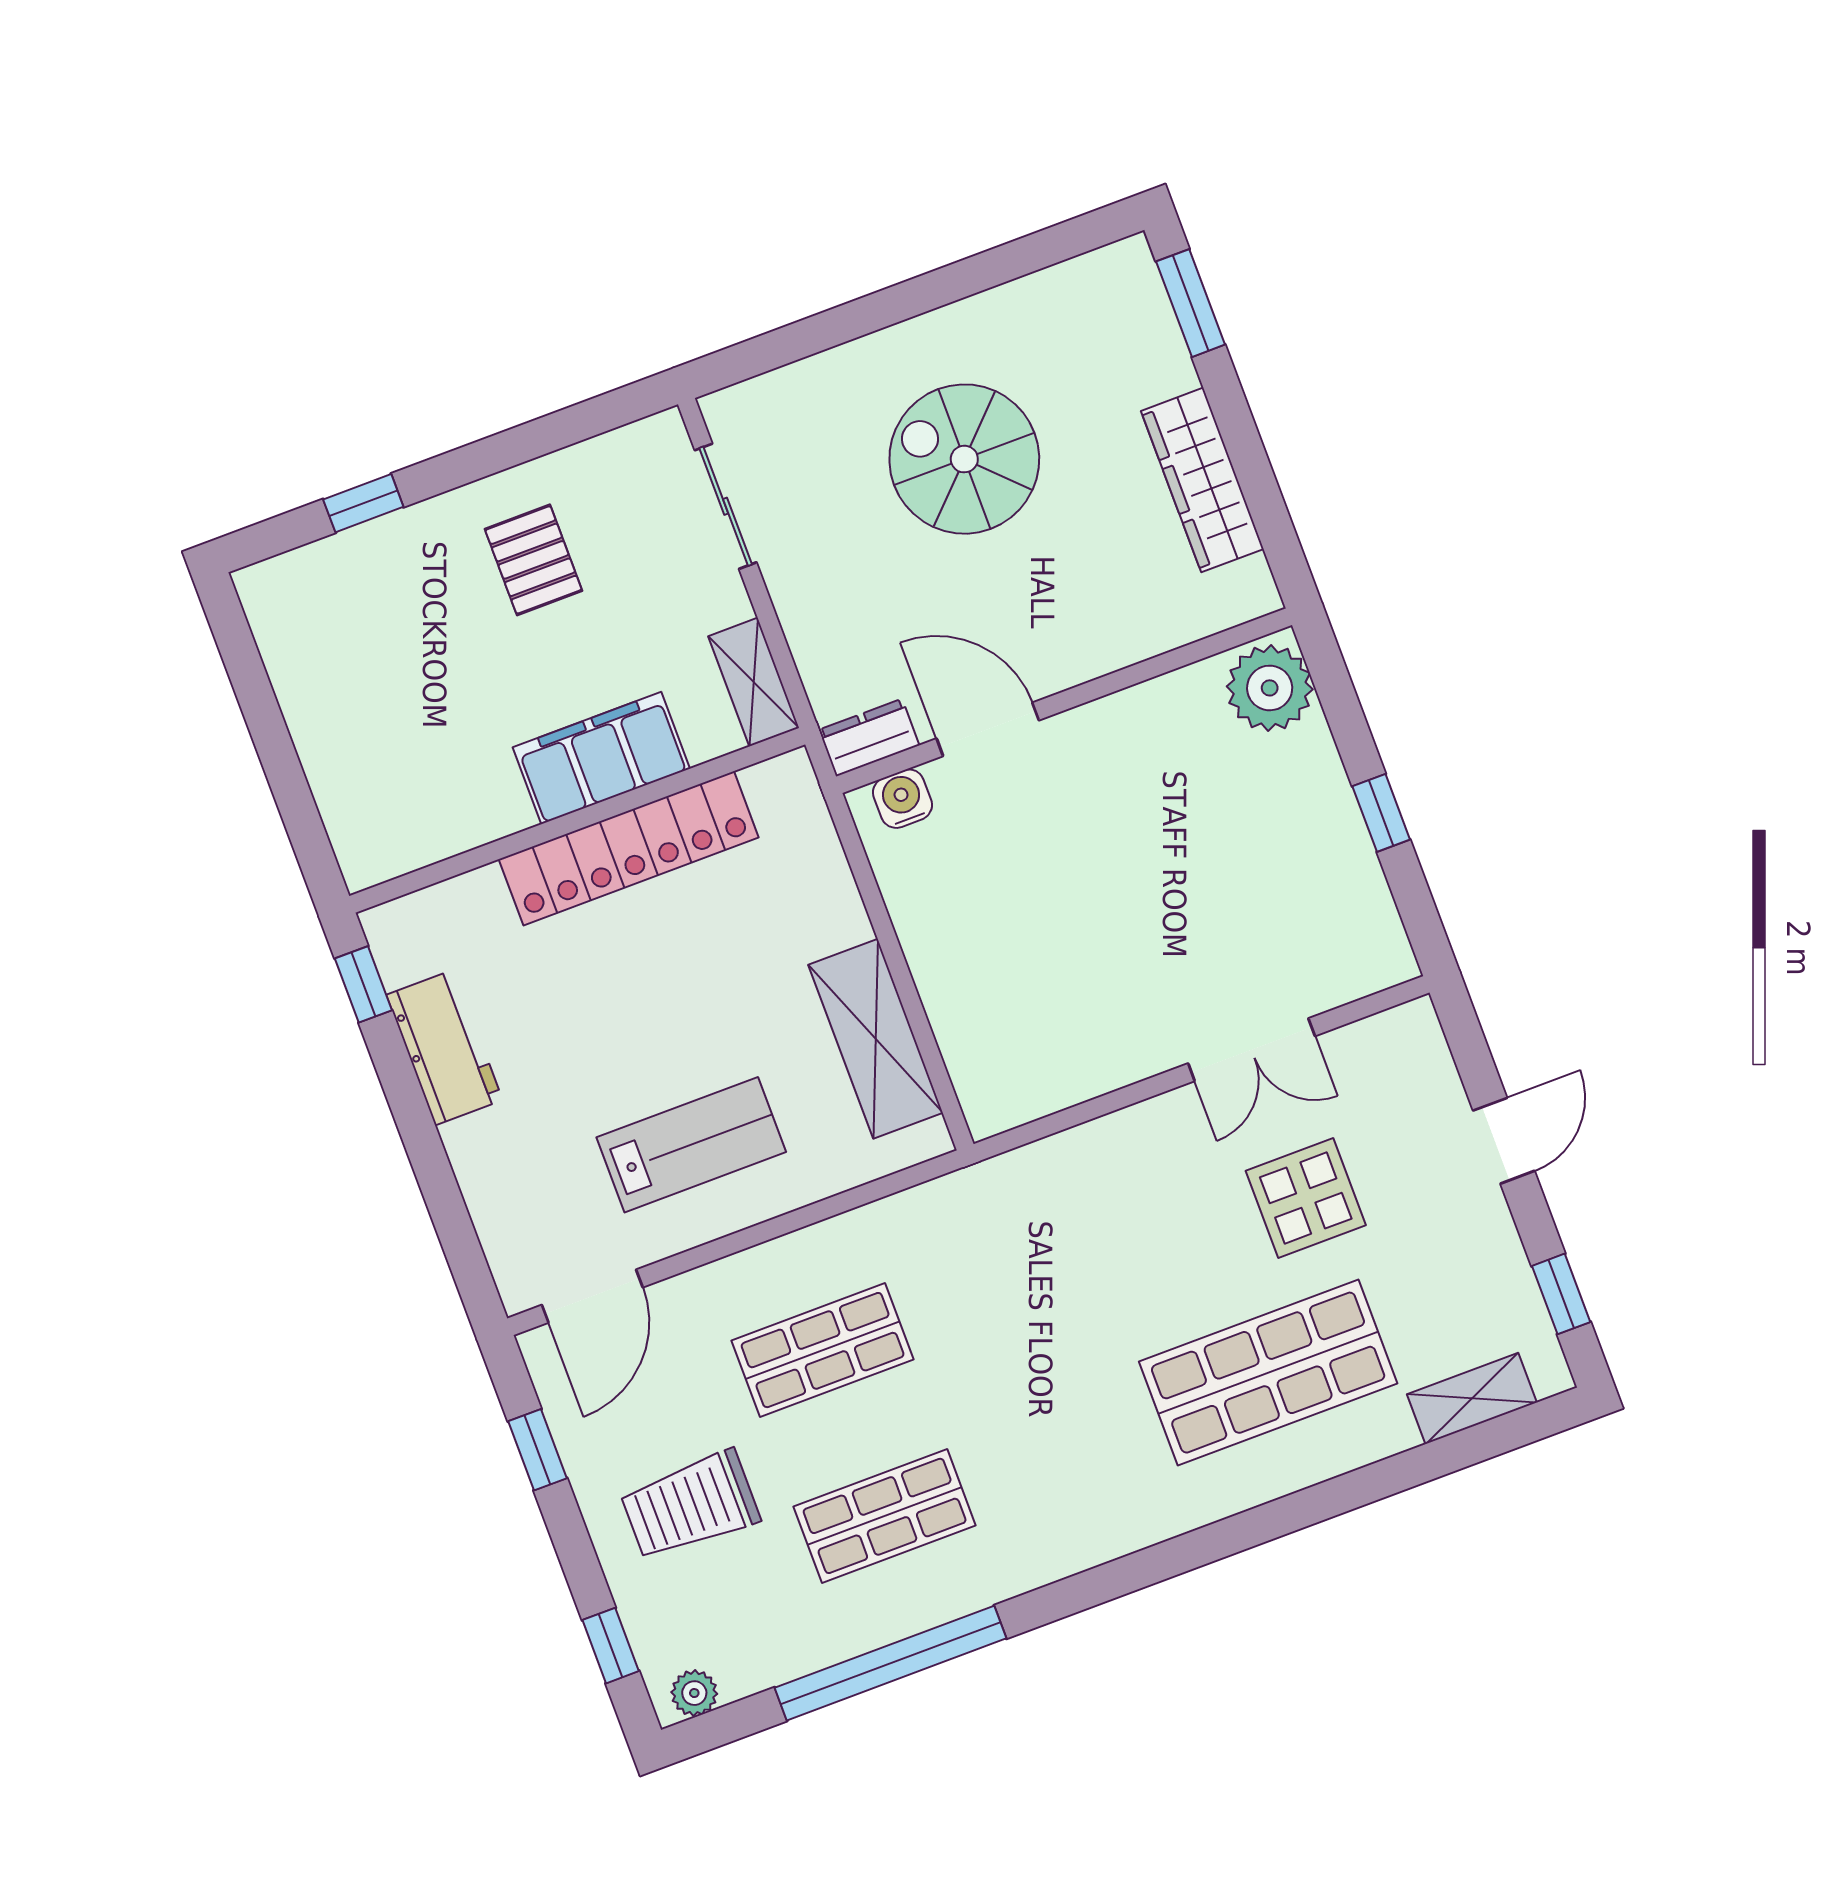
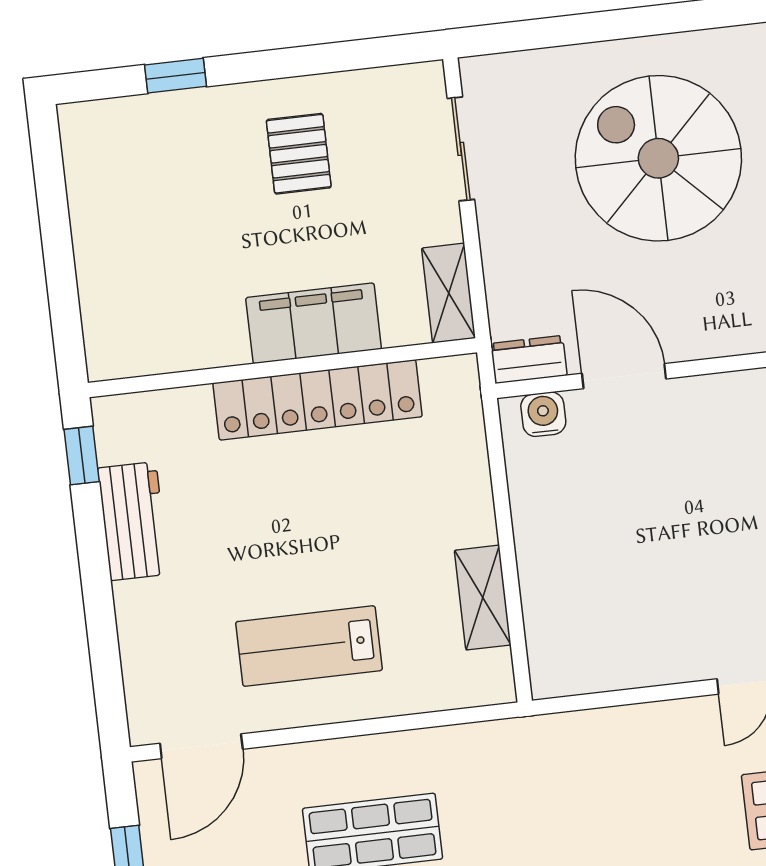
spiral stairs: (964, 459) -> (658, 158), width x1.37, depth x1.37
shelving: (876, 1039) -> (483, 598), width x0.67, depth x0.75
lab bench: (691, 1145) -> (309, 646), turned 180

